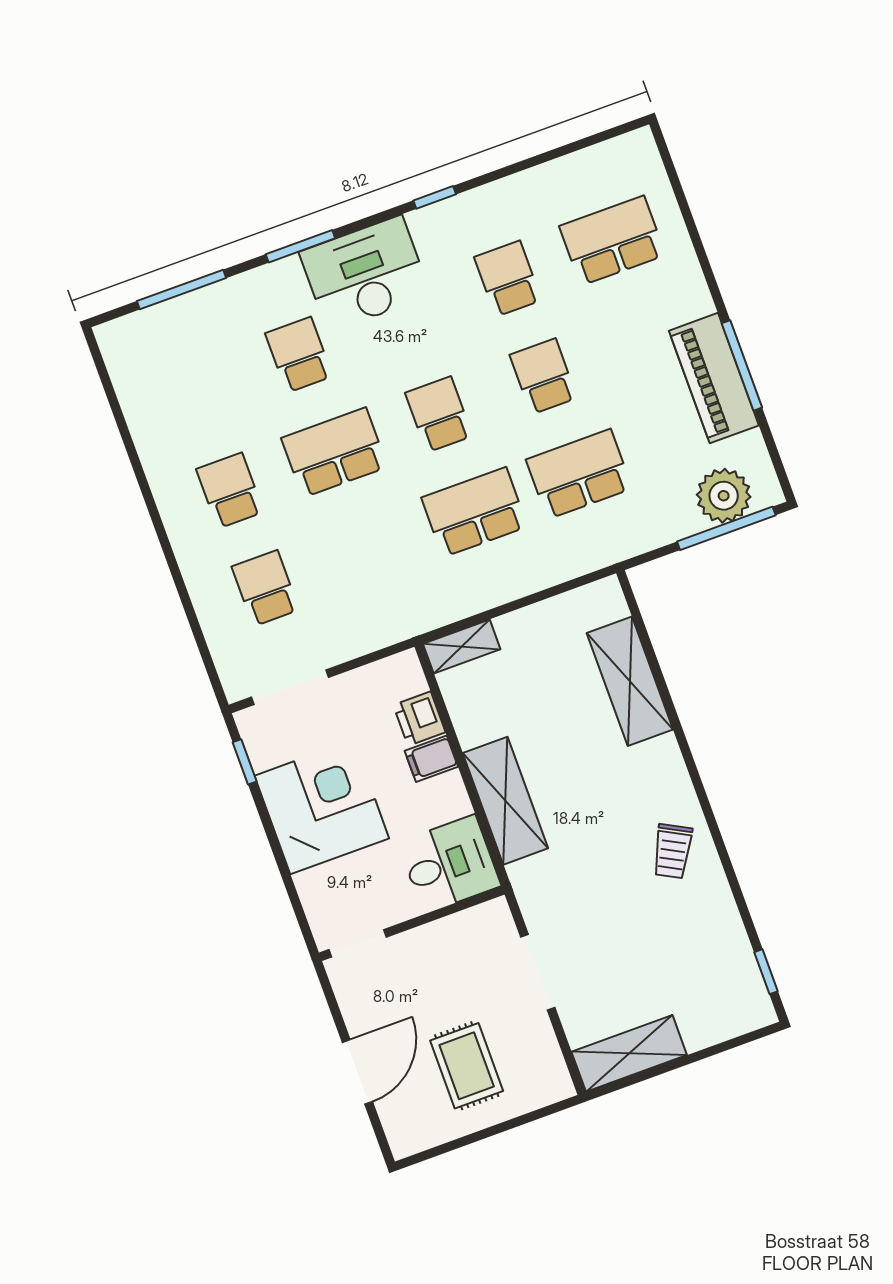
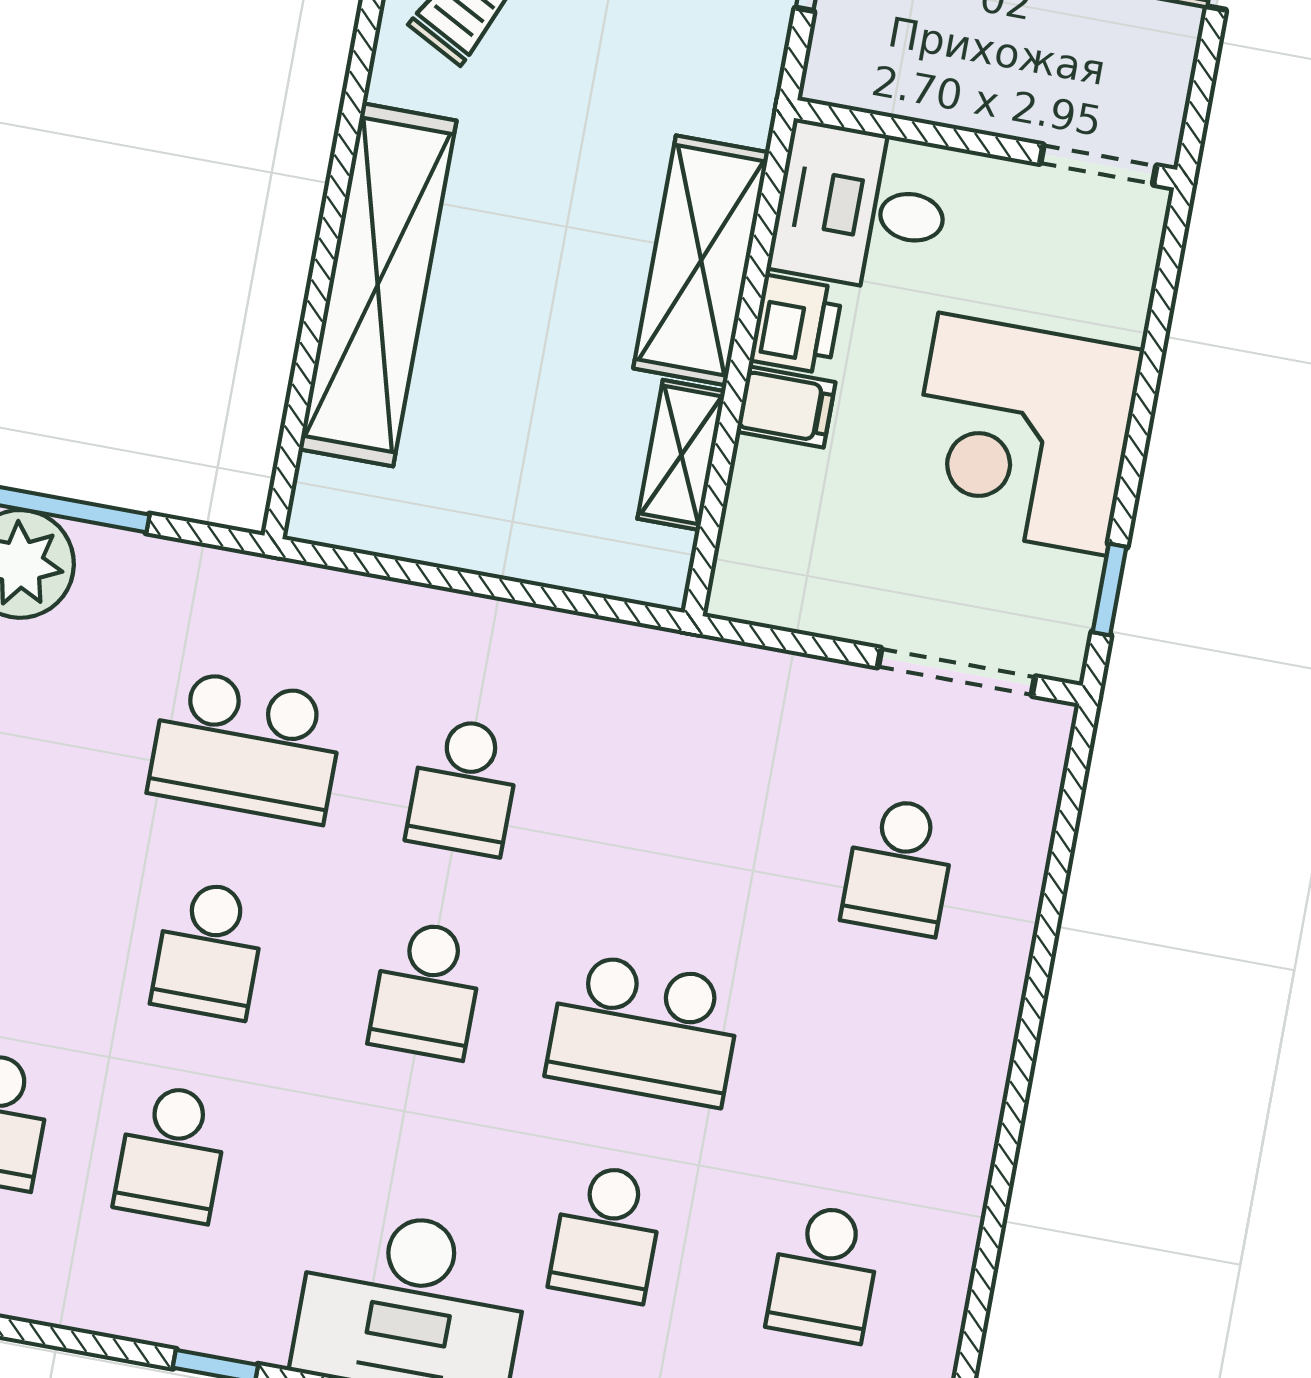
school desk: (230, 491) -> (824, 1273), moved
school desk: (474, 512) -> (464, 786), width x0.54
shelving: (462, 646) -> (681, 455), moved, turned 90
shelving: (630, 681) -> (378, 285), width x1.47
printer: (419, 719) -> (796, 324), moved

